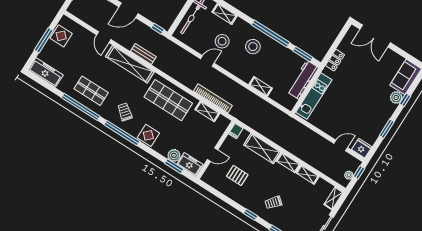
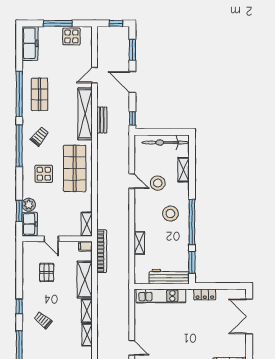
bookcase: (213, 98) -> (102, 251), moved
shelving: (207, 111) -> (87, 224), moved
display table: (148, 135) -> (44, 174), moved

